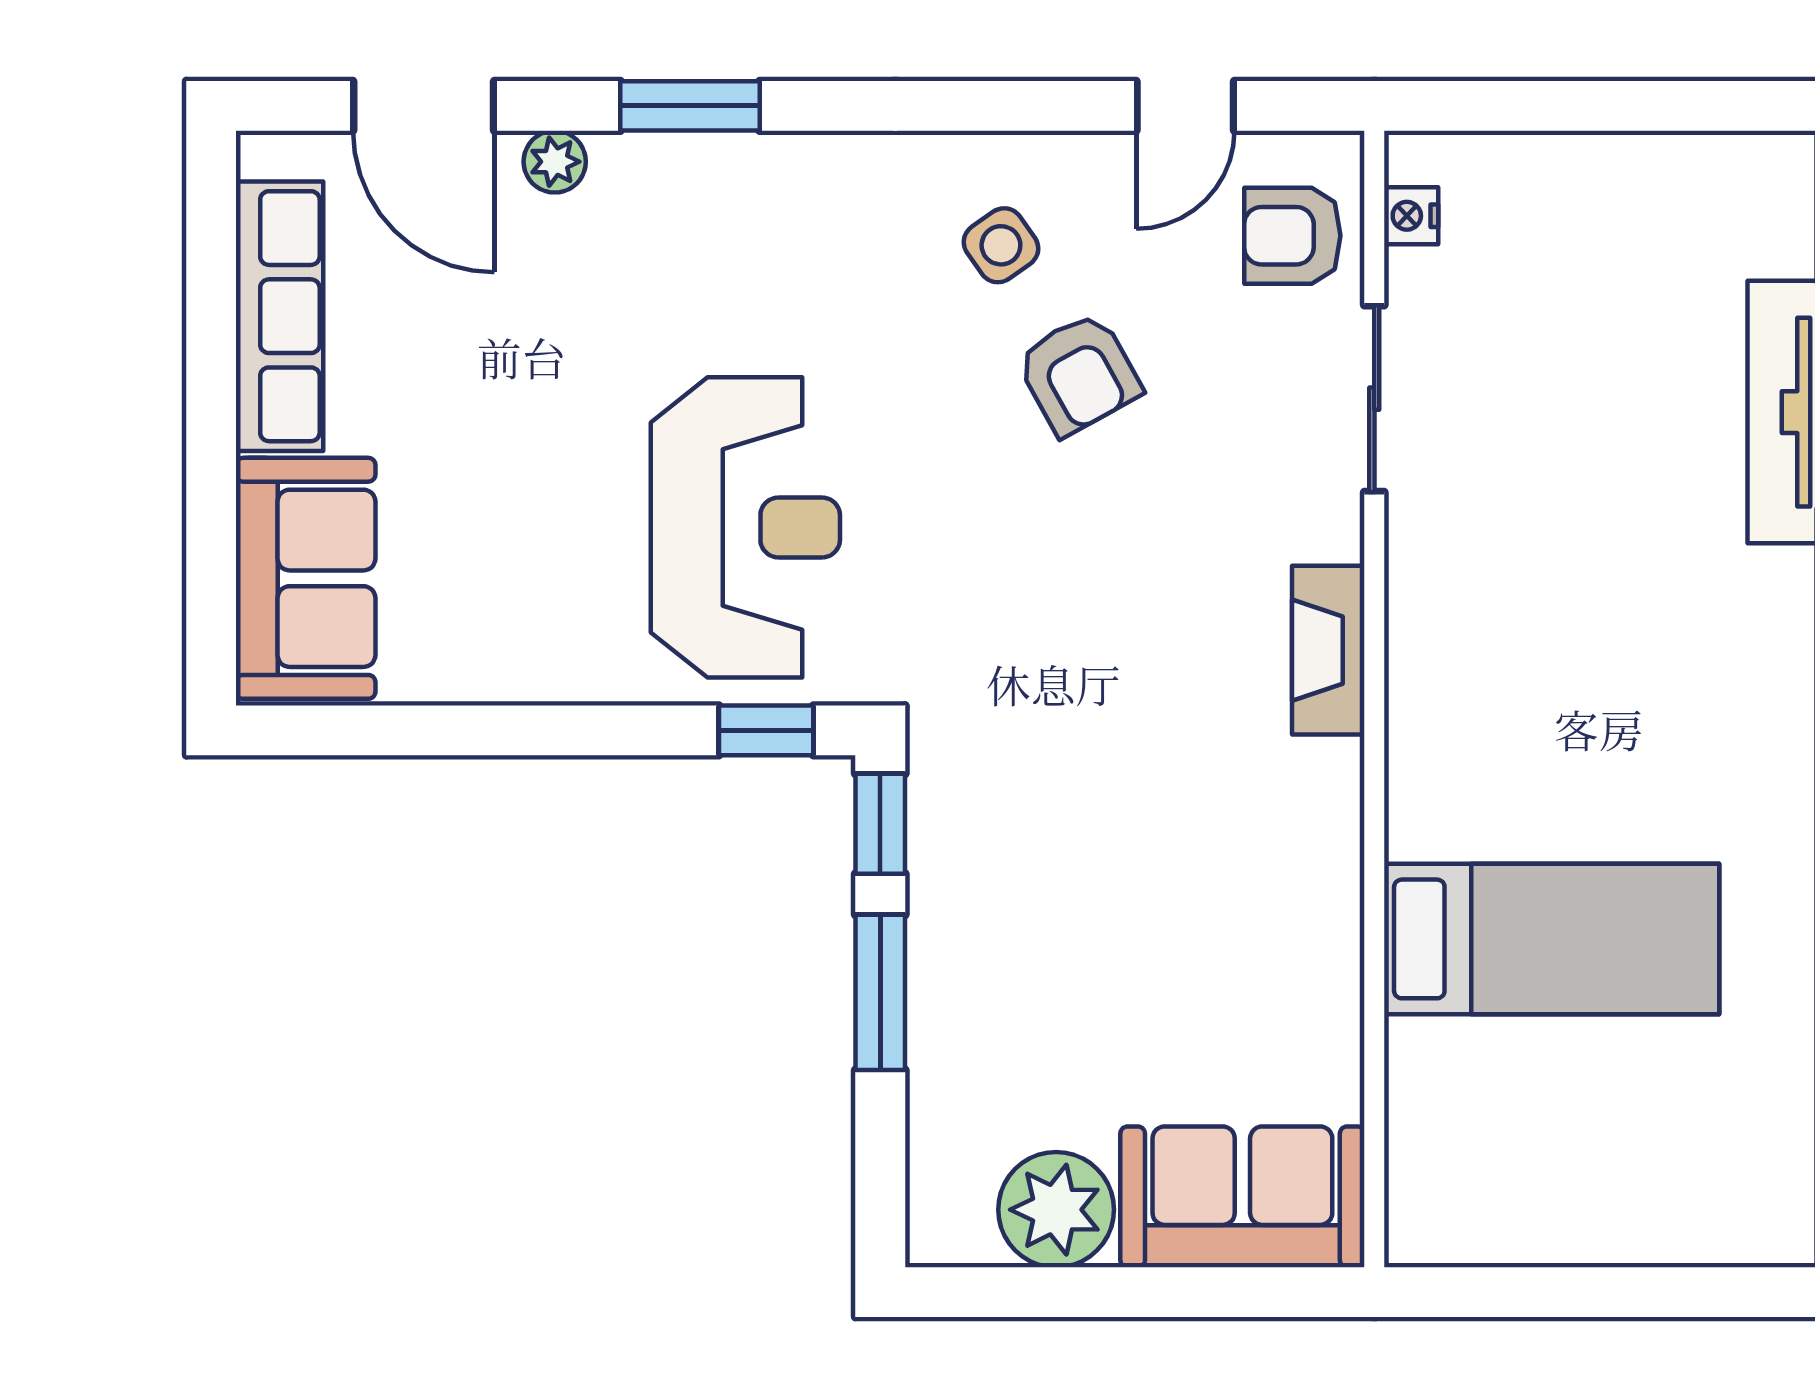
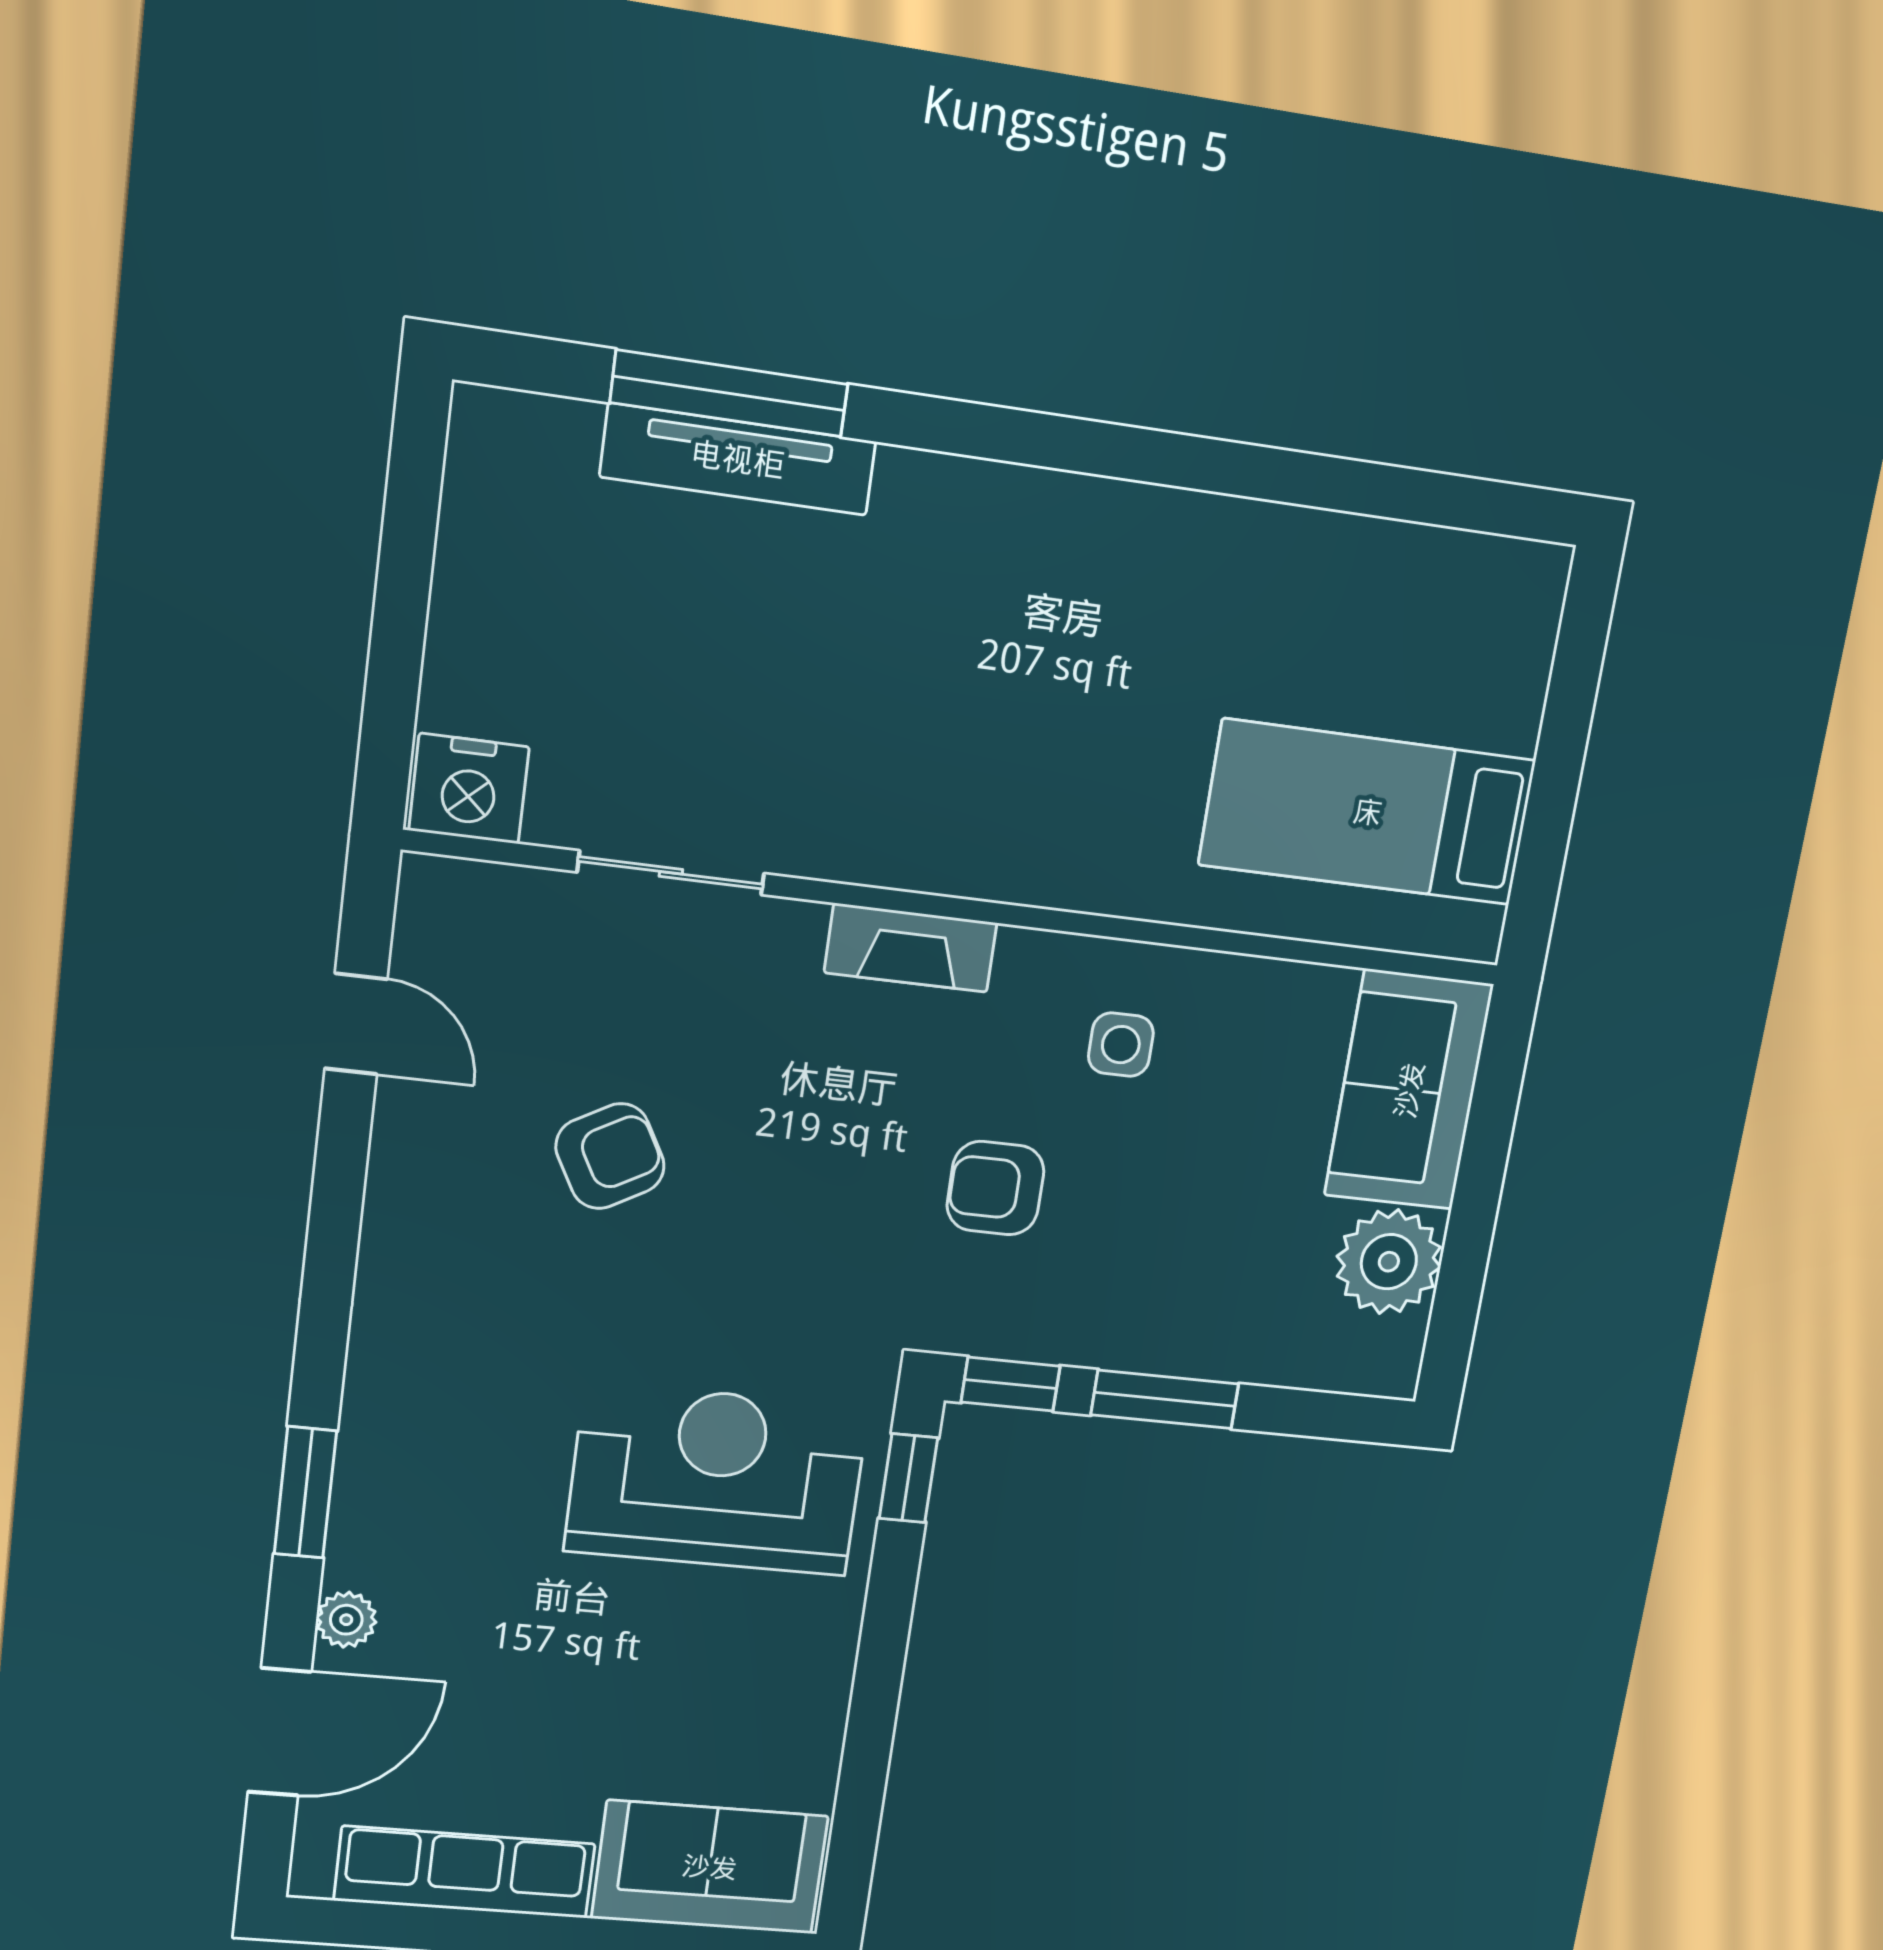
nightstand: (1411, 216) -> (469, 789), width x1.89, depth x1.79
armchair: (1292, 236) -> (995, 1188), moved, turned 90
side table: (1001, 245) -> (1121, 1045), moved, turned 35
bed: (1552, 939) -> (1368, 812), moved, turned -90

